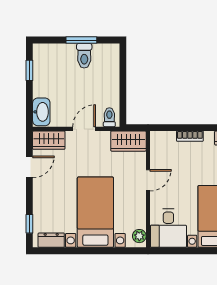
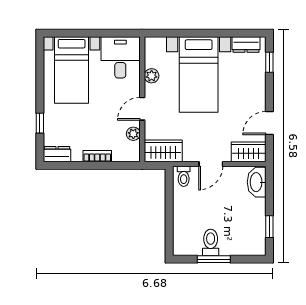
plant: (156, 157) -> (133, 134), added
plant: (139, 236) -> (152, 76), moved

